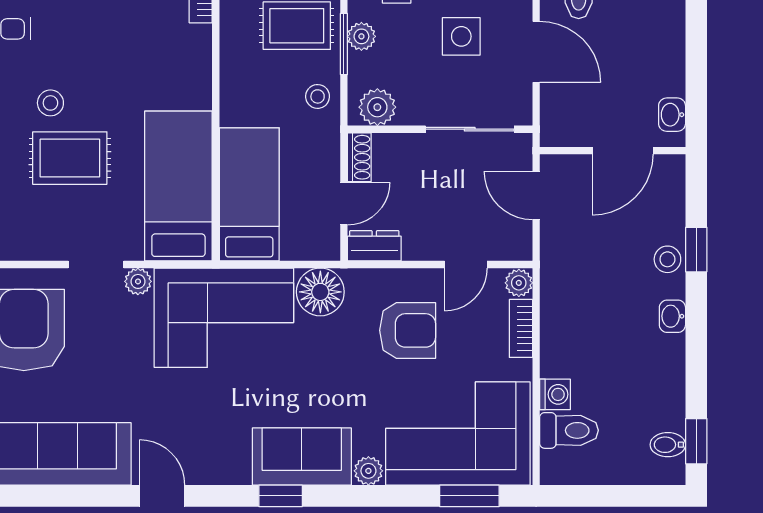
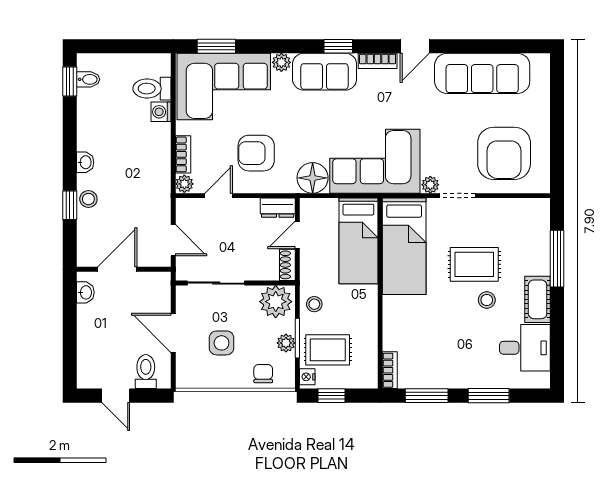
plant: (377, 107) -> (276, 302), width x1.36, depth x1.36
bookcase: (220, 473) -> (378, 61), added
door: (162, 496) -> (415, 46), hinge flipped

